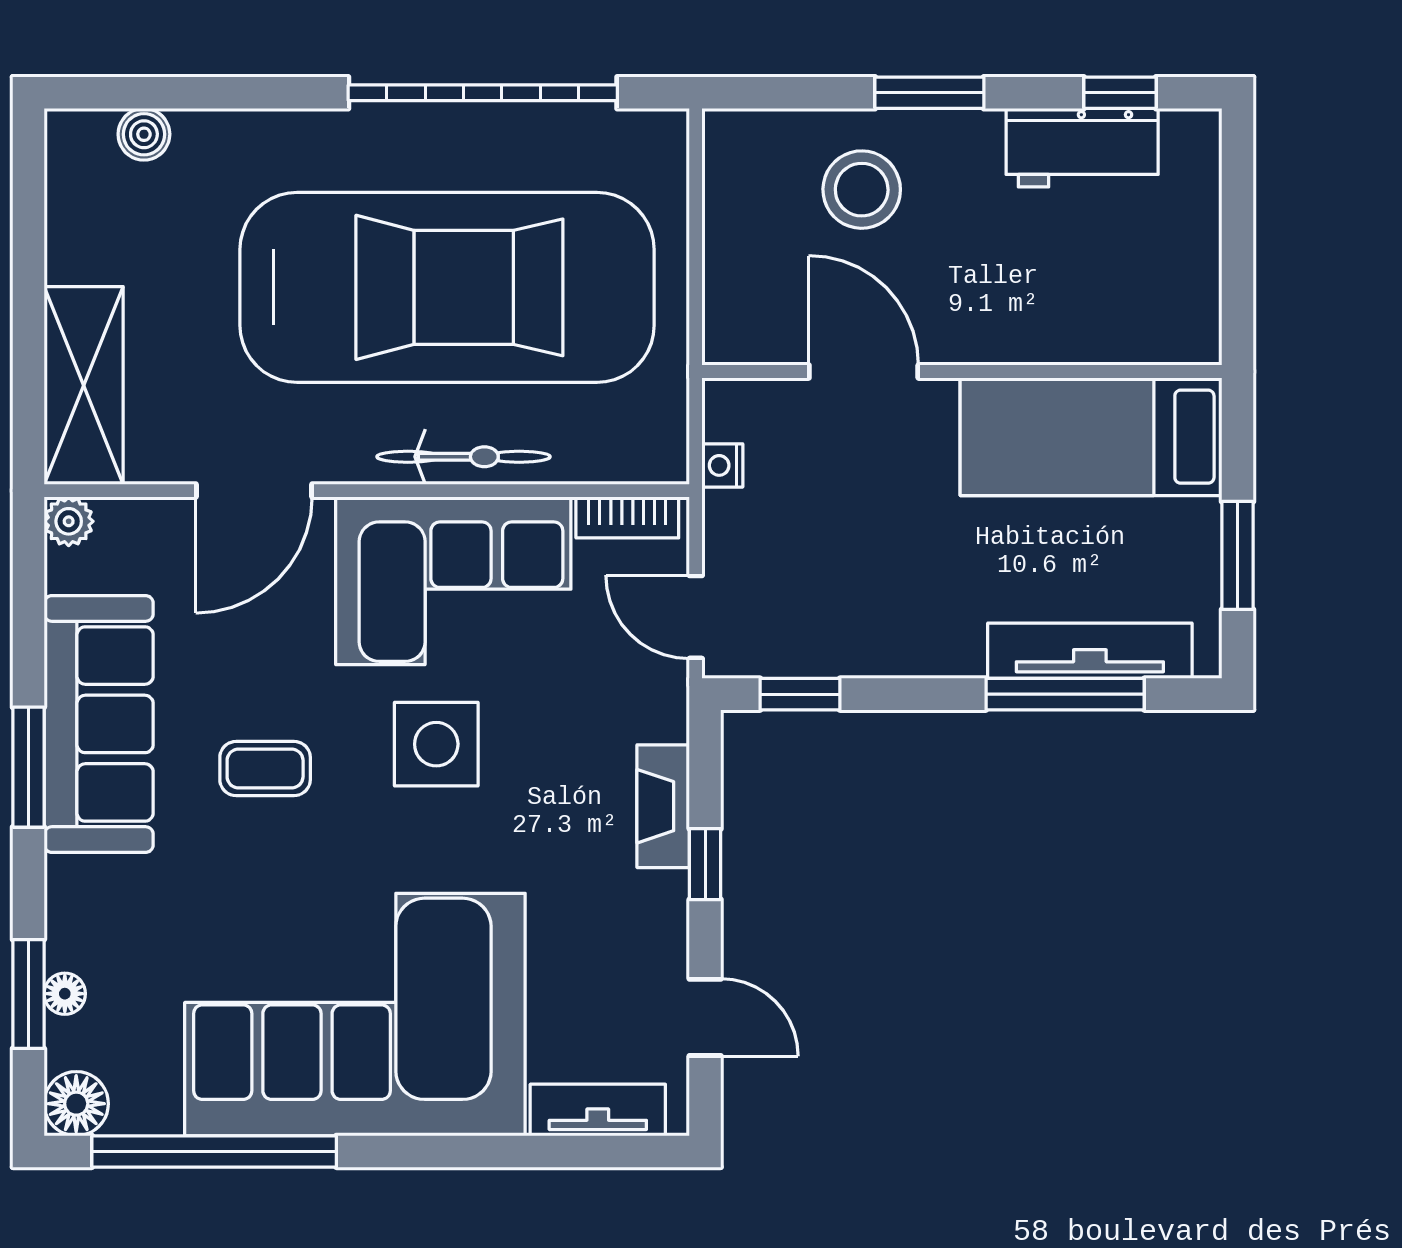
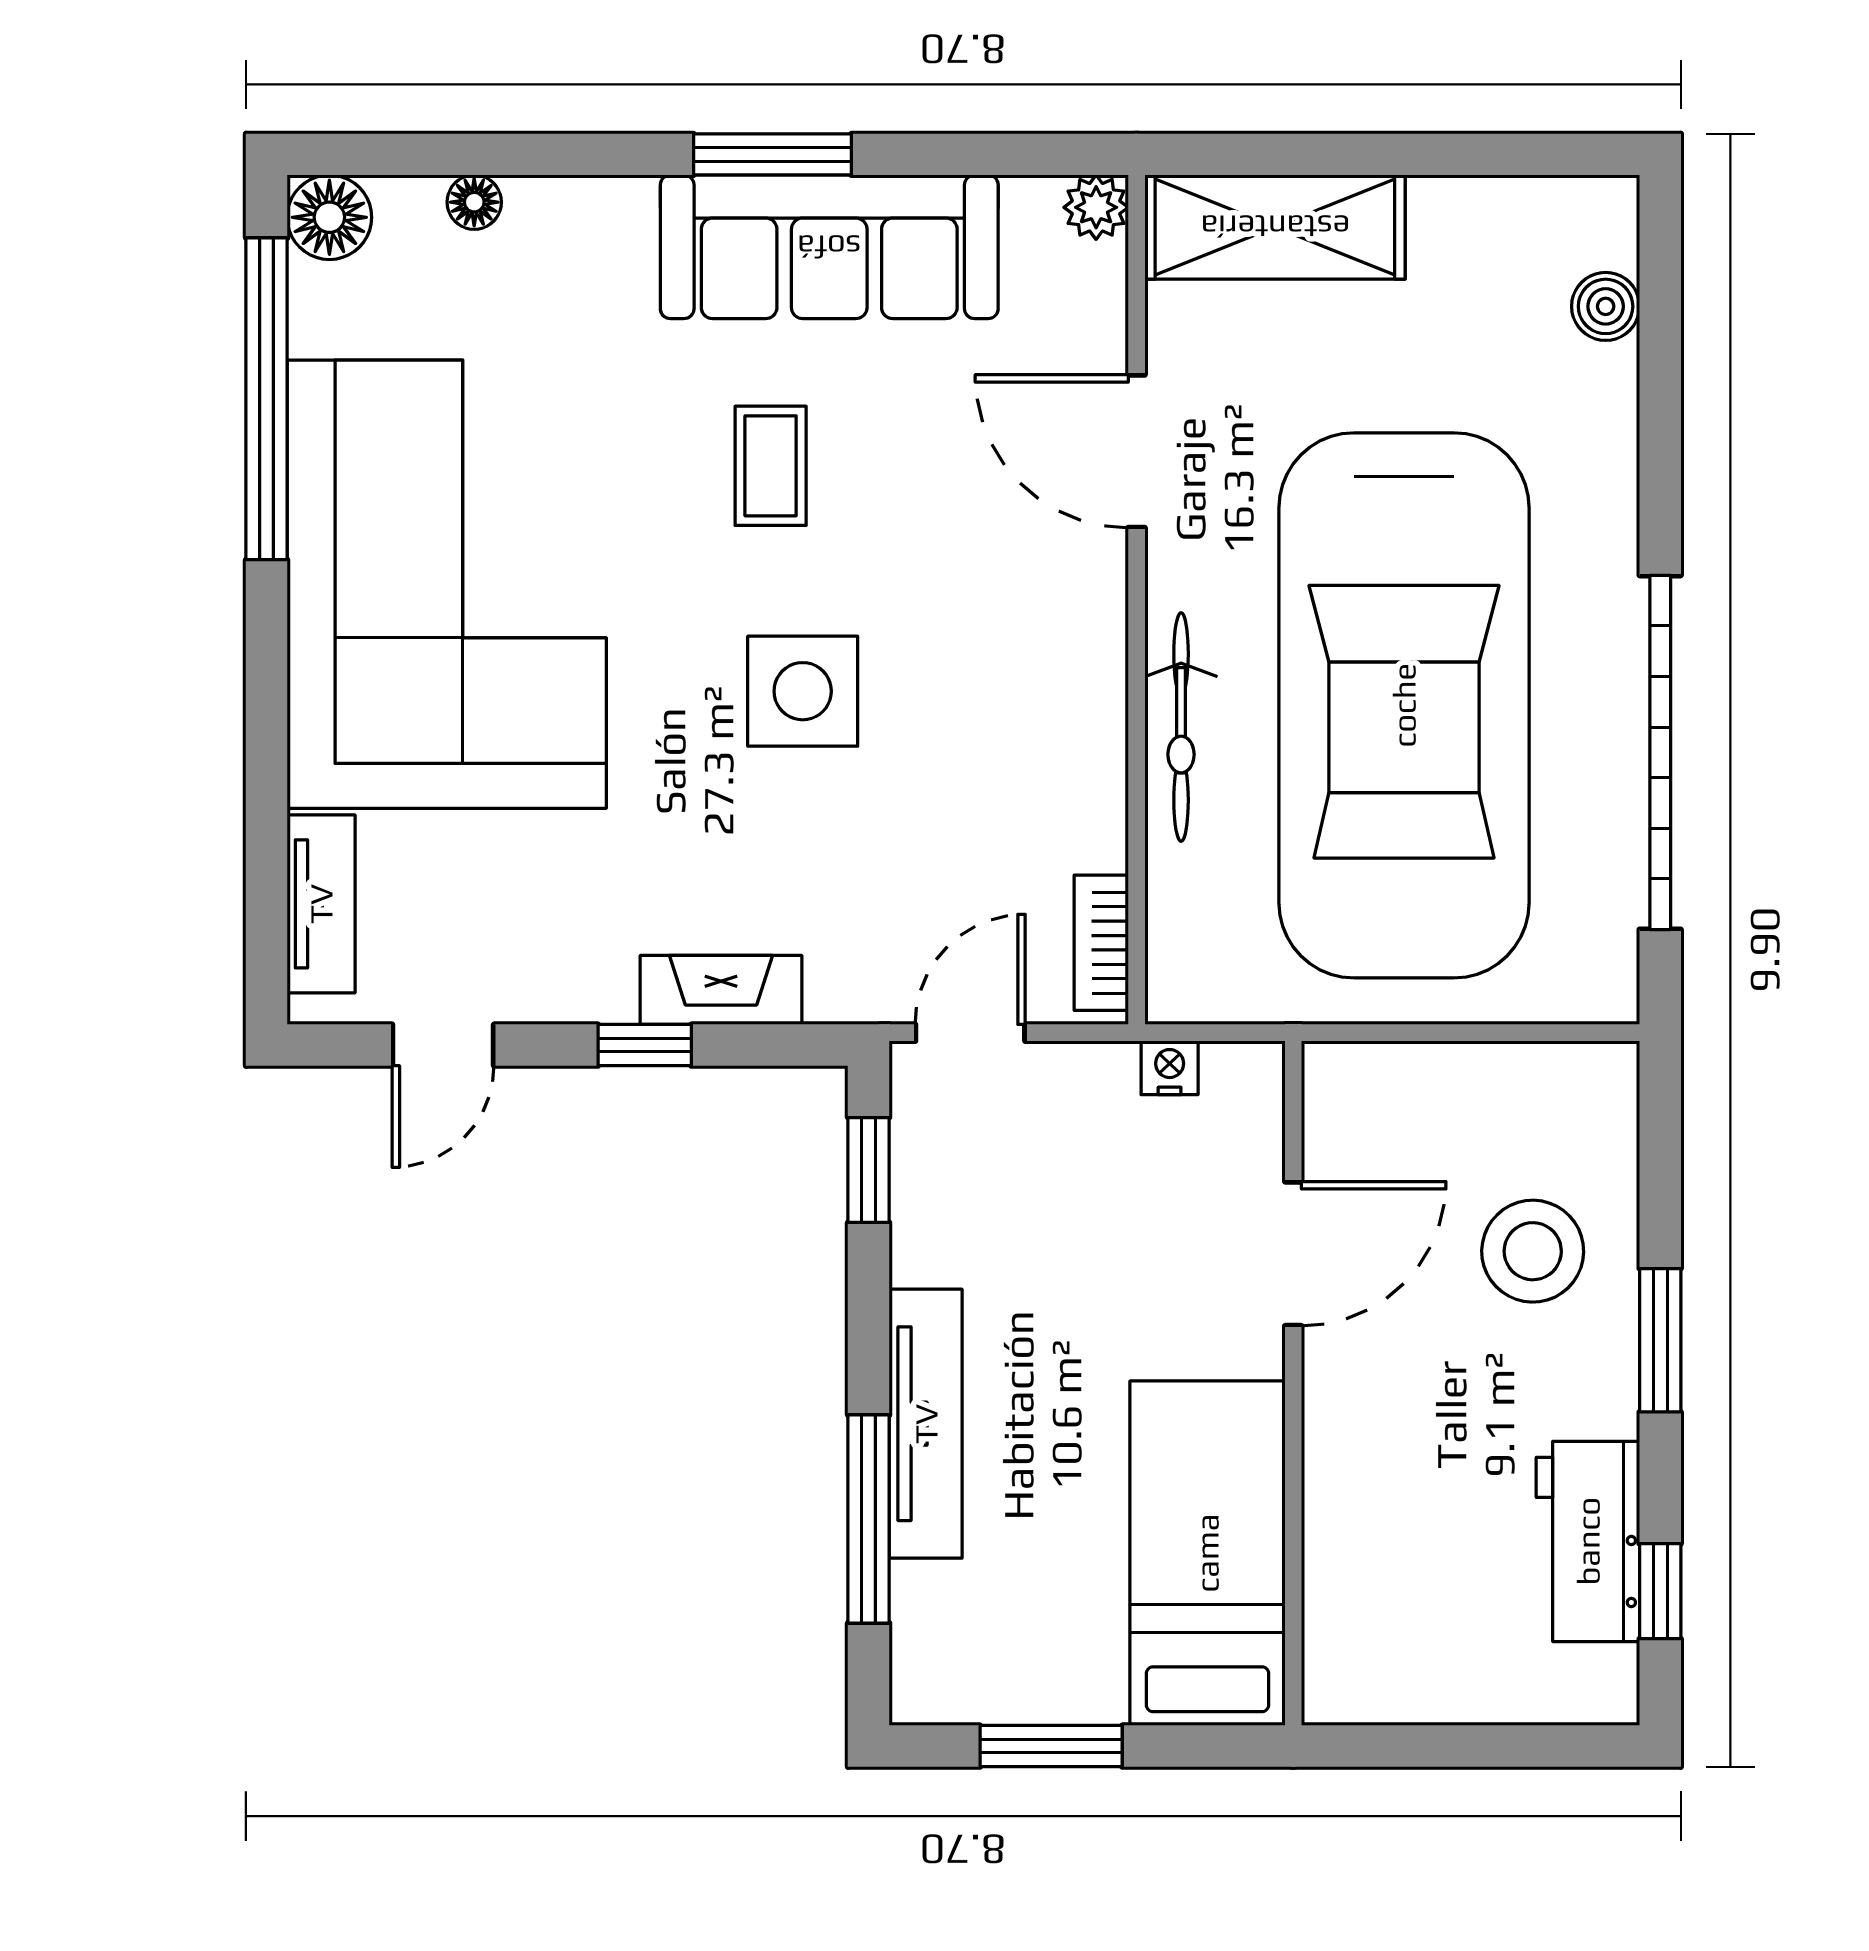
corner sofa: (453, 581) -> (1018, 714), removed
tv unit: (1090, 651) -> (926, 1424), moved
window: (28, 994) -> (474, 154), removed

